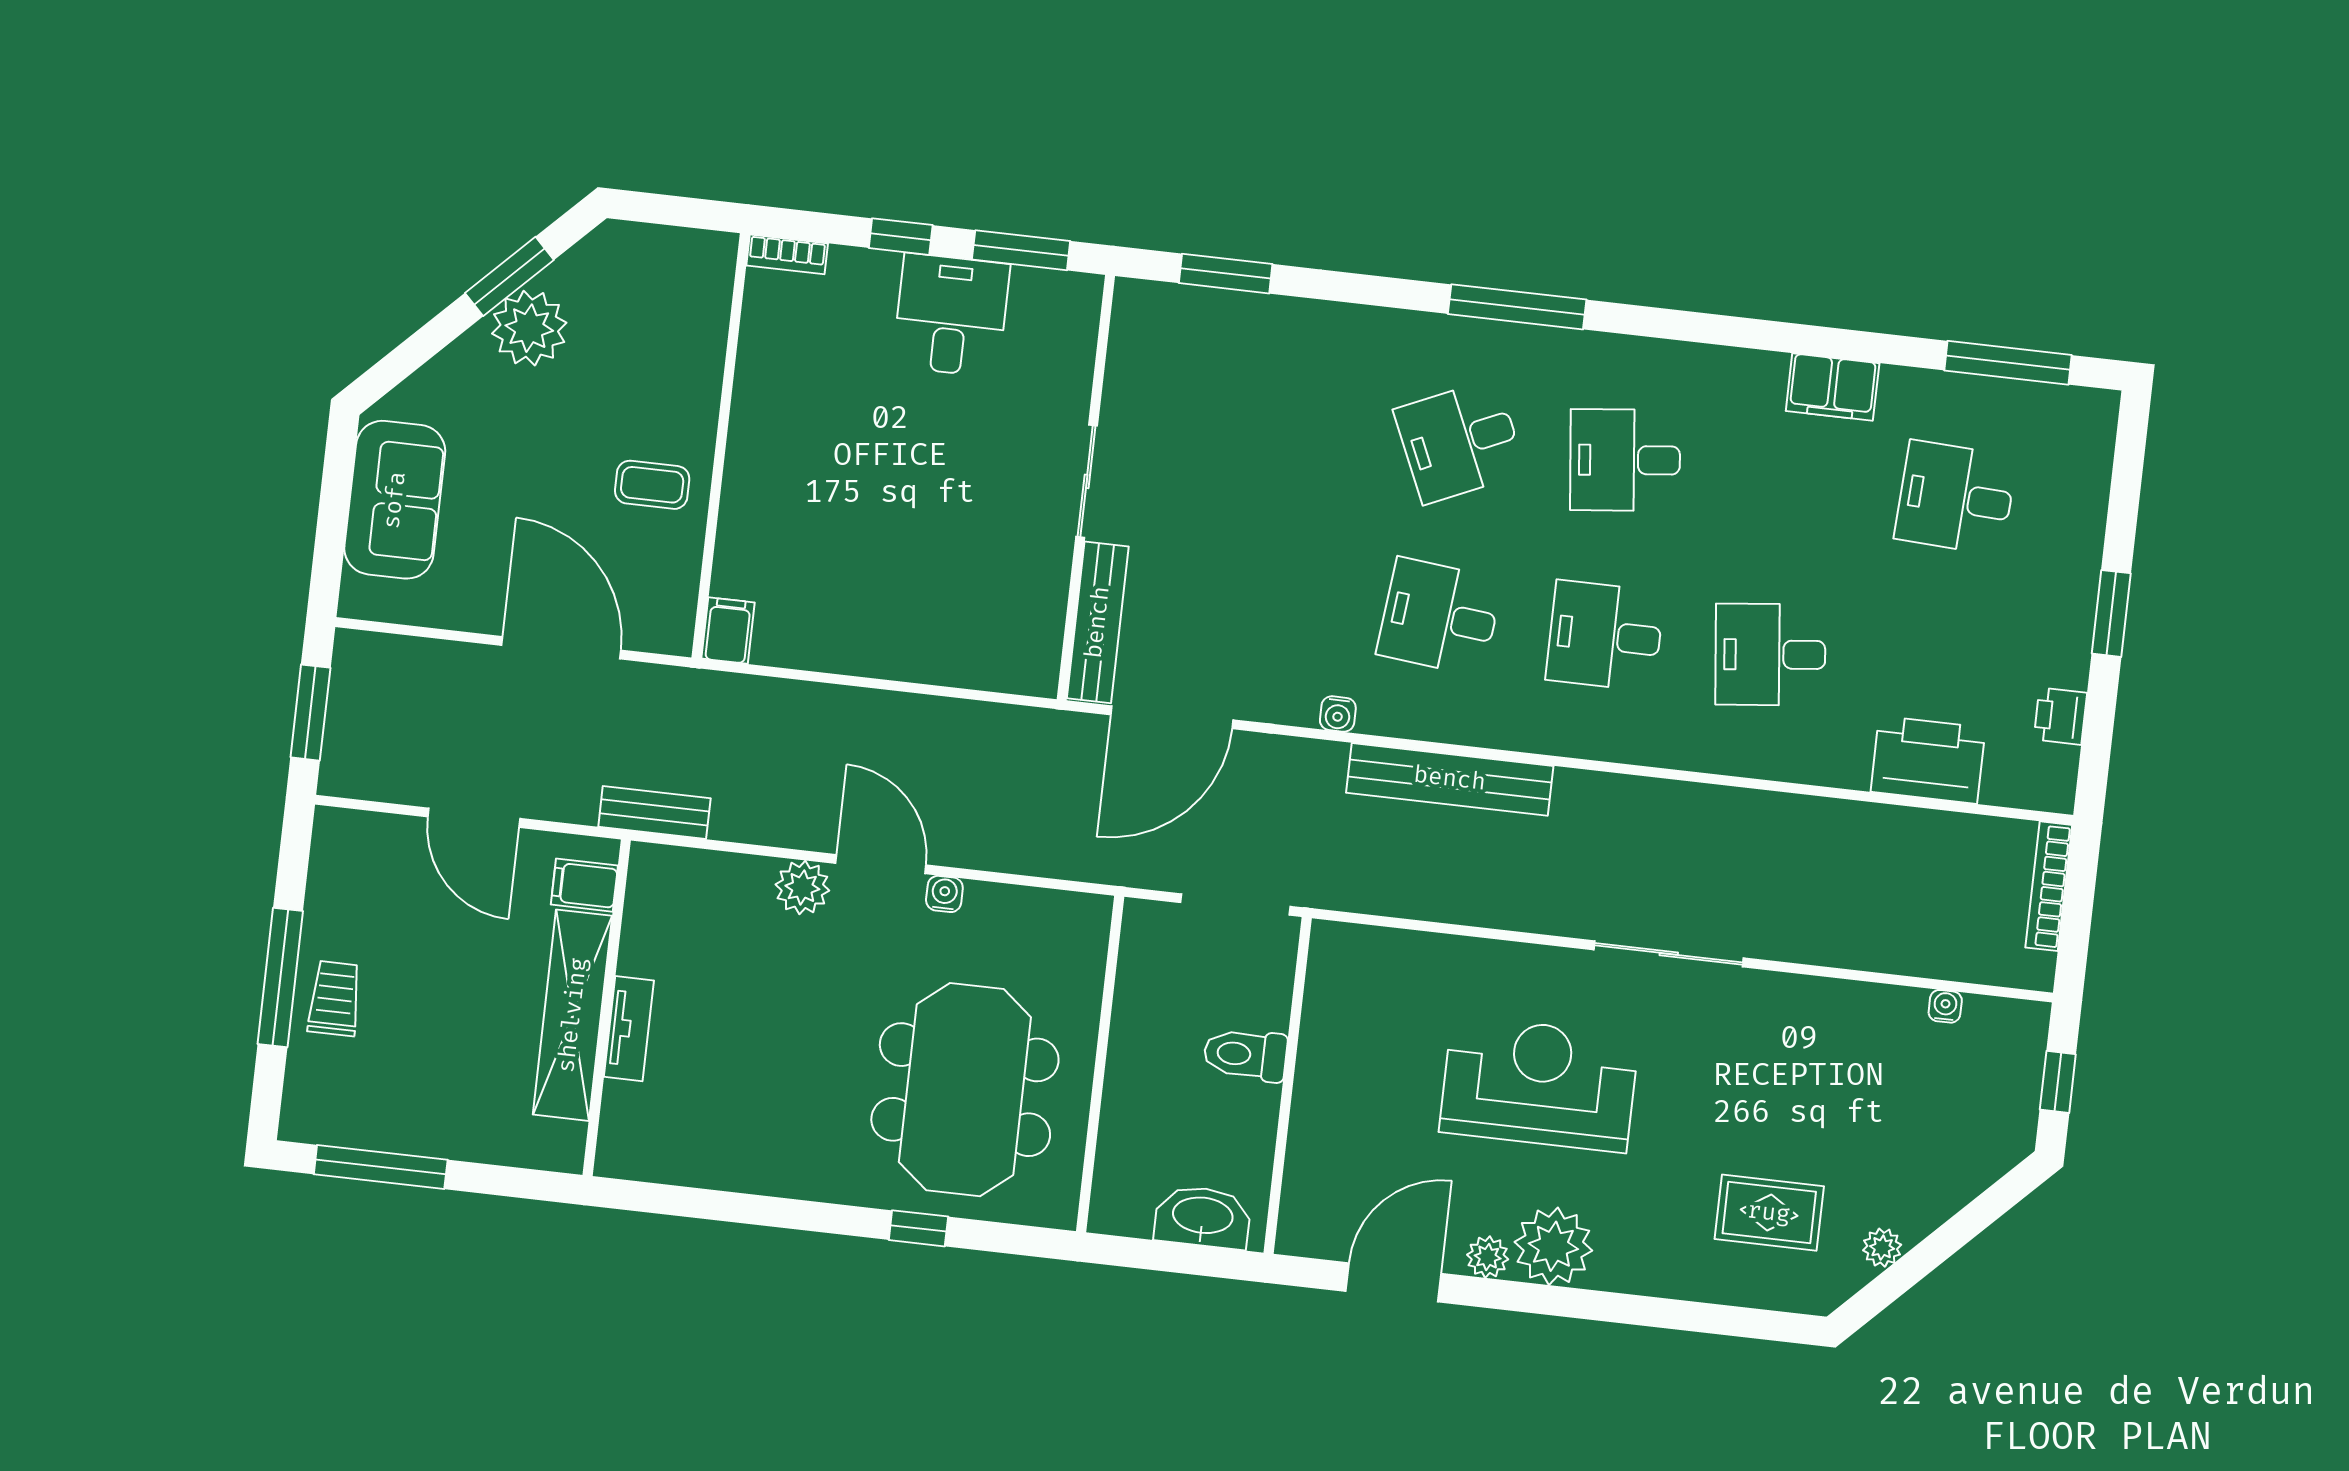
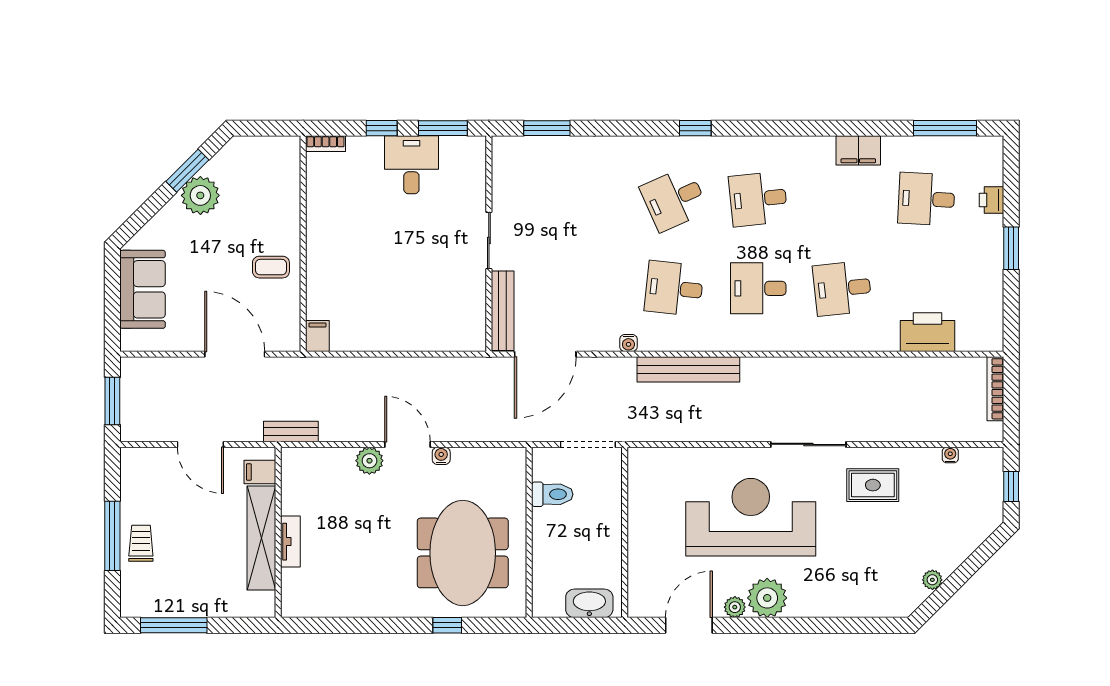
window: (1517, 307) -> (695, 128), width x0.46
printer: (2060, 716) -> (992, 200), moved
toilet: (1245, 1055) -> (552, 494), moved, turned 180
reception desk: (1539, 1084) -> (751, 517), width x1.36, depth x1.30
rug: (1769, 1213) -> (873, 485), moved

